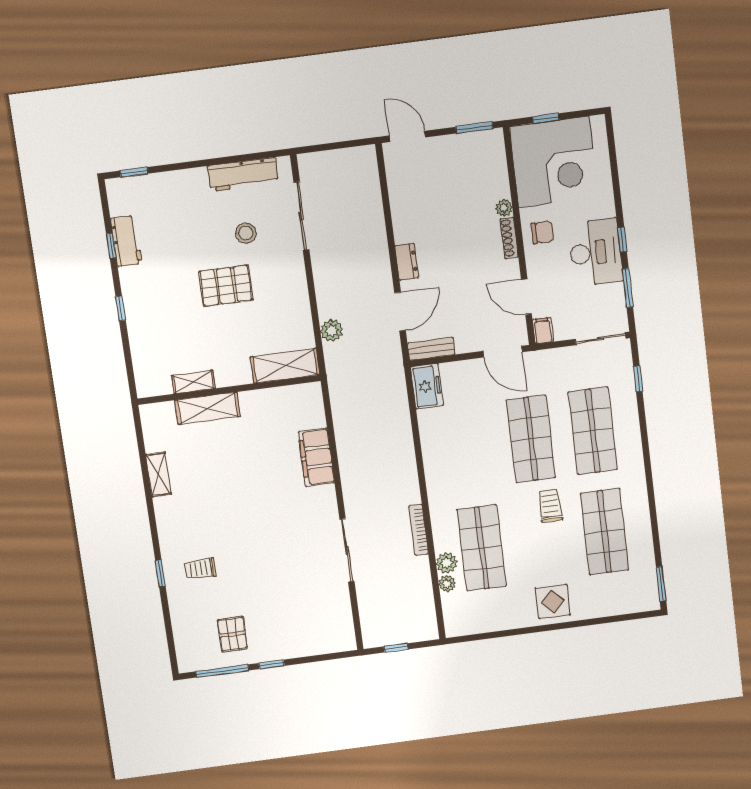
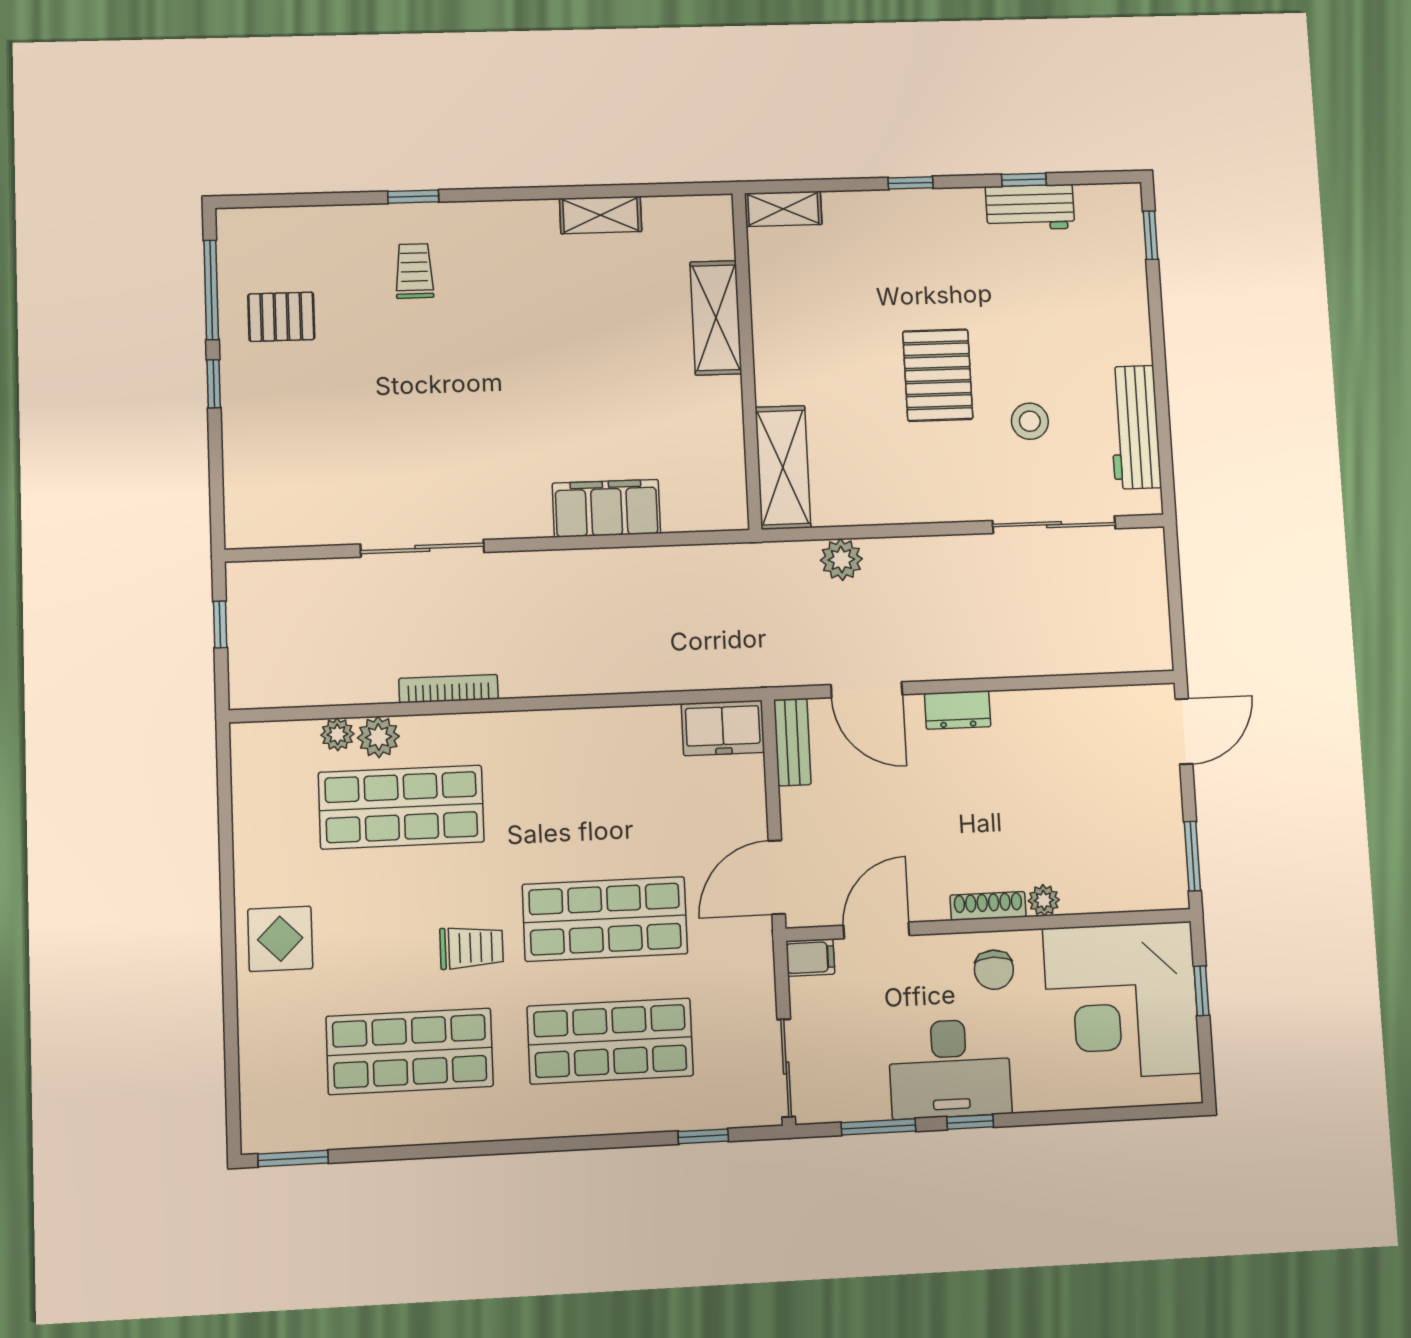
shelving: (193, 382) -> (783, 209), moved, turned 90

